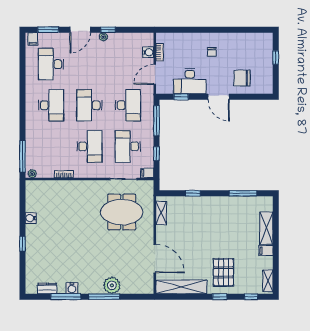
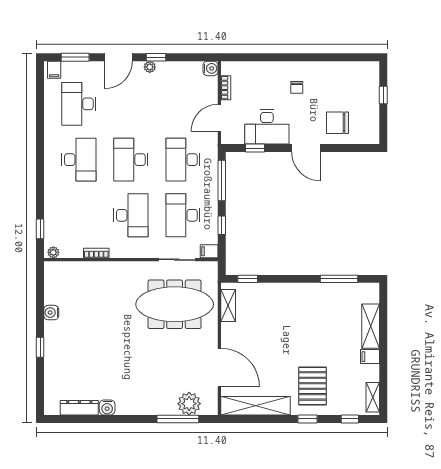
water cooler: (148, 52) -> (211, 68), moved
desk: (128, 105) -> (183, 160), turned 180
window: (22, 156) -> (40, 229), width x0.46
window: (193, 193) -> (248, 279), moved
meeting table: (122, 212) -> (175, 304), width x1.36
plant: (112, 285) -> (189, 404), moved
dresser: (47, 288) -> (79, 408), width x1.44
window: (66, 297) -> (99, 419), removed
window: (104, 297) -> (178, 419), moved

